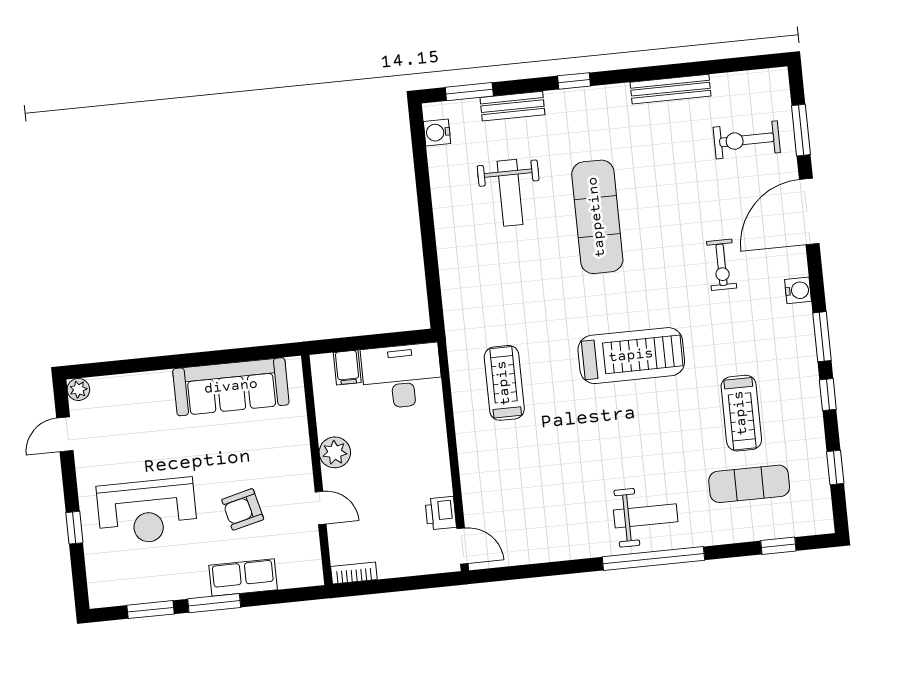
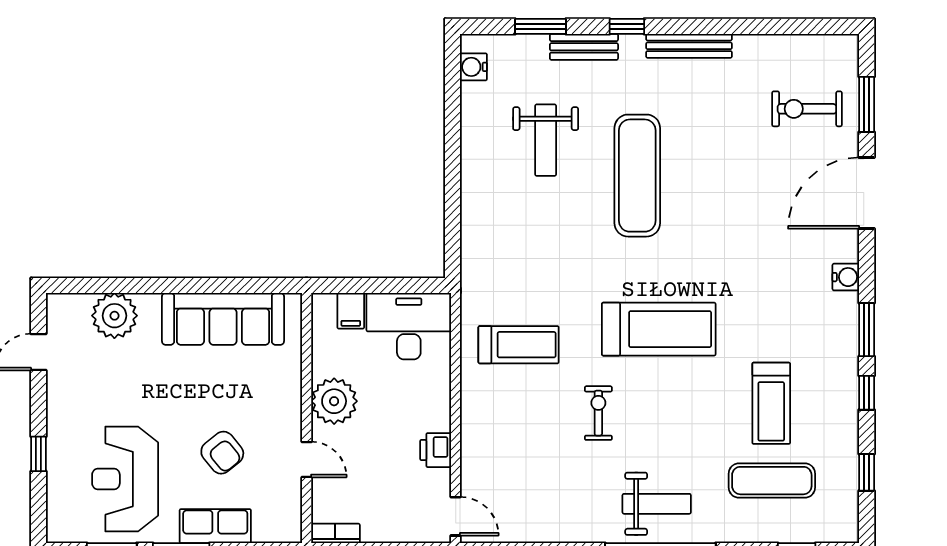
bench: (671, 89) -> (689, 46), moved
window: (469, 92) -> (540, 26), moved
bench: (512, 106) -> (584, 47), moved
exercise bike: (722, 265) -> (598, 413), moved, turned 180
treadmill: (504, 383) -> (519, 345), turned 90
plant: (78, 389) -> (114, 316), moved, width x1.87, depth x1.87
plant: (335, 452) -> (334, 401), width x1.36, depth x1.36
armchair: (243, 509) -> (222, 453), turned -115
reception desk: (147, 512) -> (125, 479), moved, turned 90
printer: (441, 513) -> (436, 450), moved

